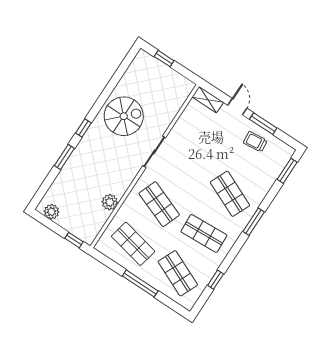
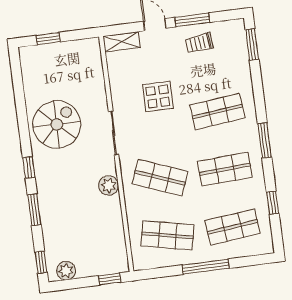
display table: (201, 153) -> (158, 97), added
window: (41, 193) -> (41, 262), added
shop shelf: (230, 194) -> (217, 111), turned -30
plant: (110, 202) -> (109, 186), moved
window: (254, 222) -> (265, 140), moved
shop shelf: (178, 273) -> (232, 227), turned -30

